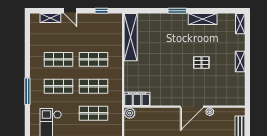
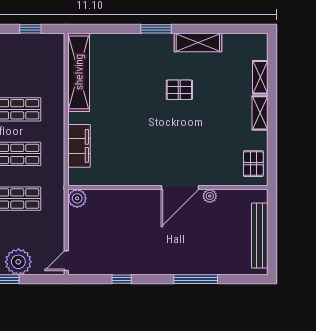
shelving: (240, 24) -> (260, 77), moved
pallet: (201, 63) -> (179, 90), moved
pallet: (236, 92) -> (253, 164), added
filing cabinet: (137, 99) -> (79, 146), moved, turned 90

